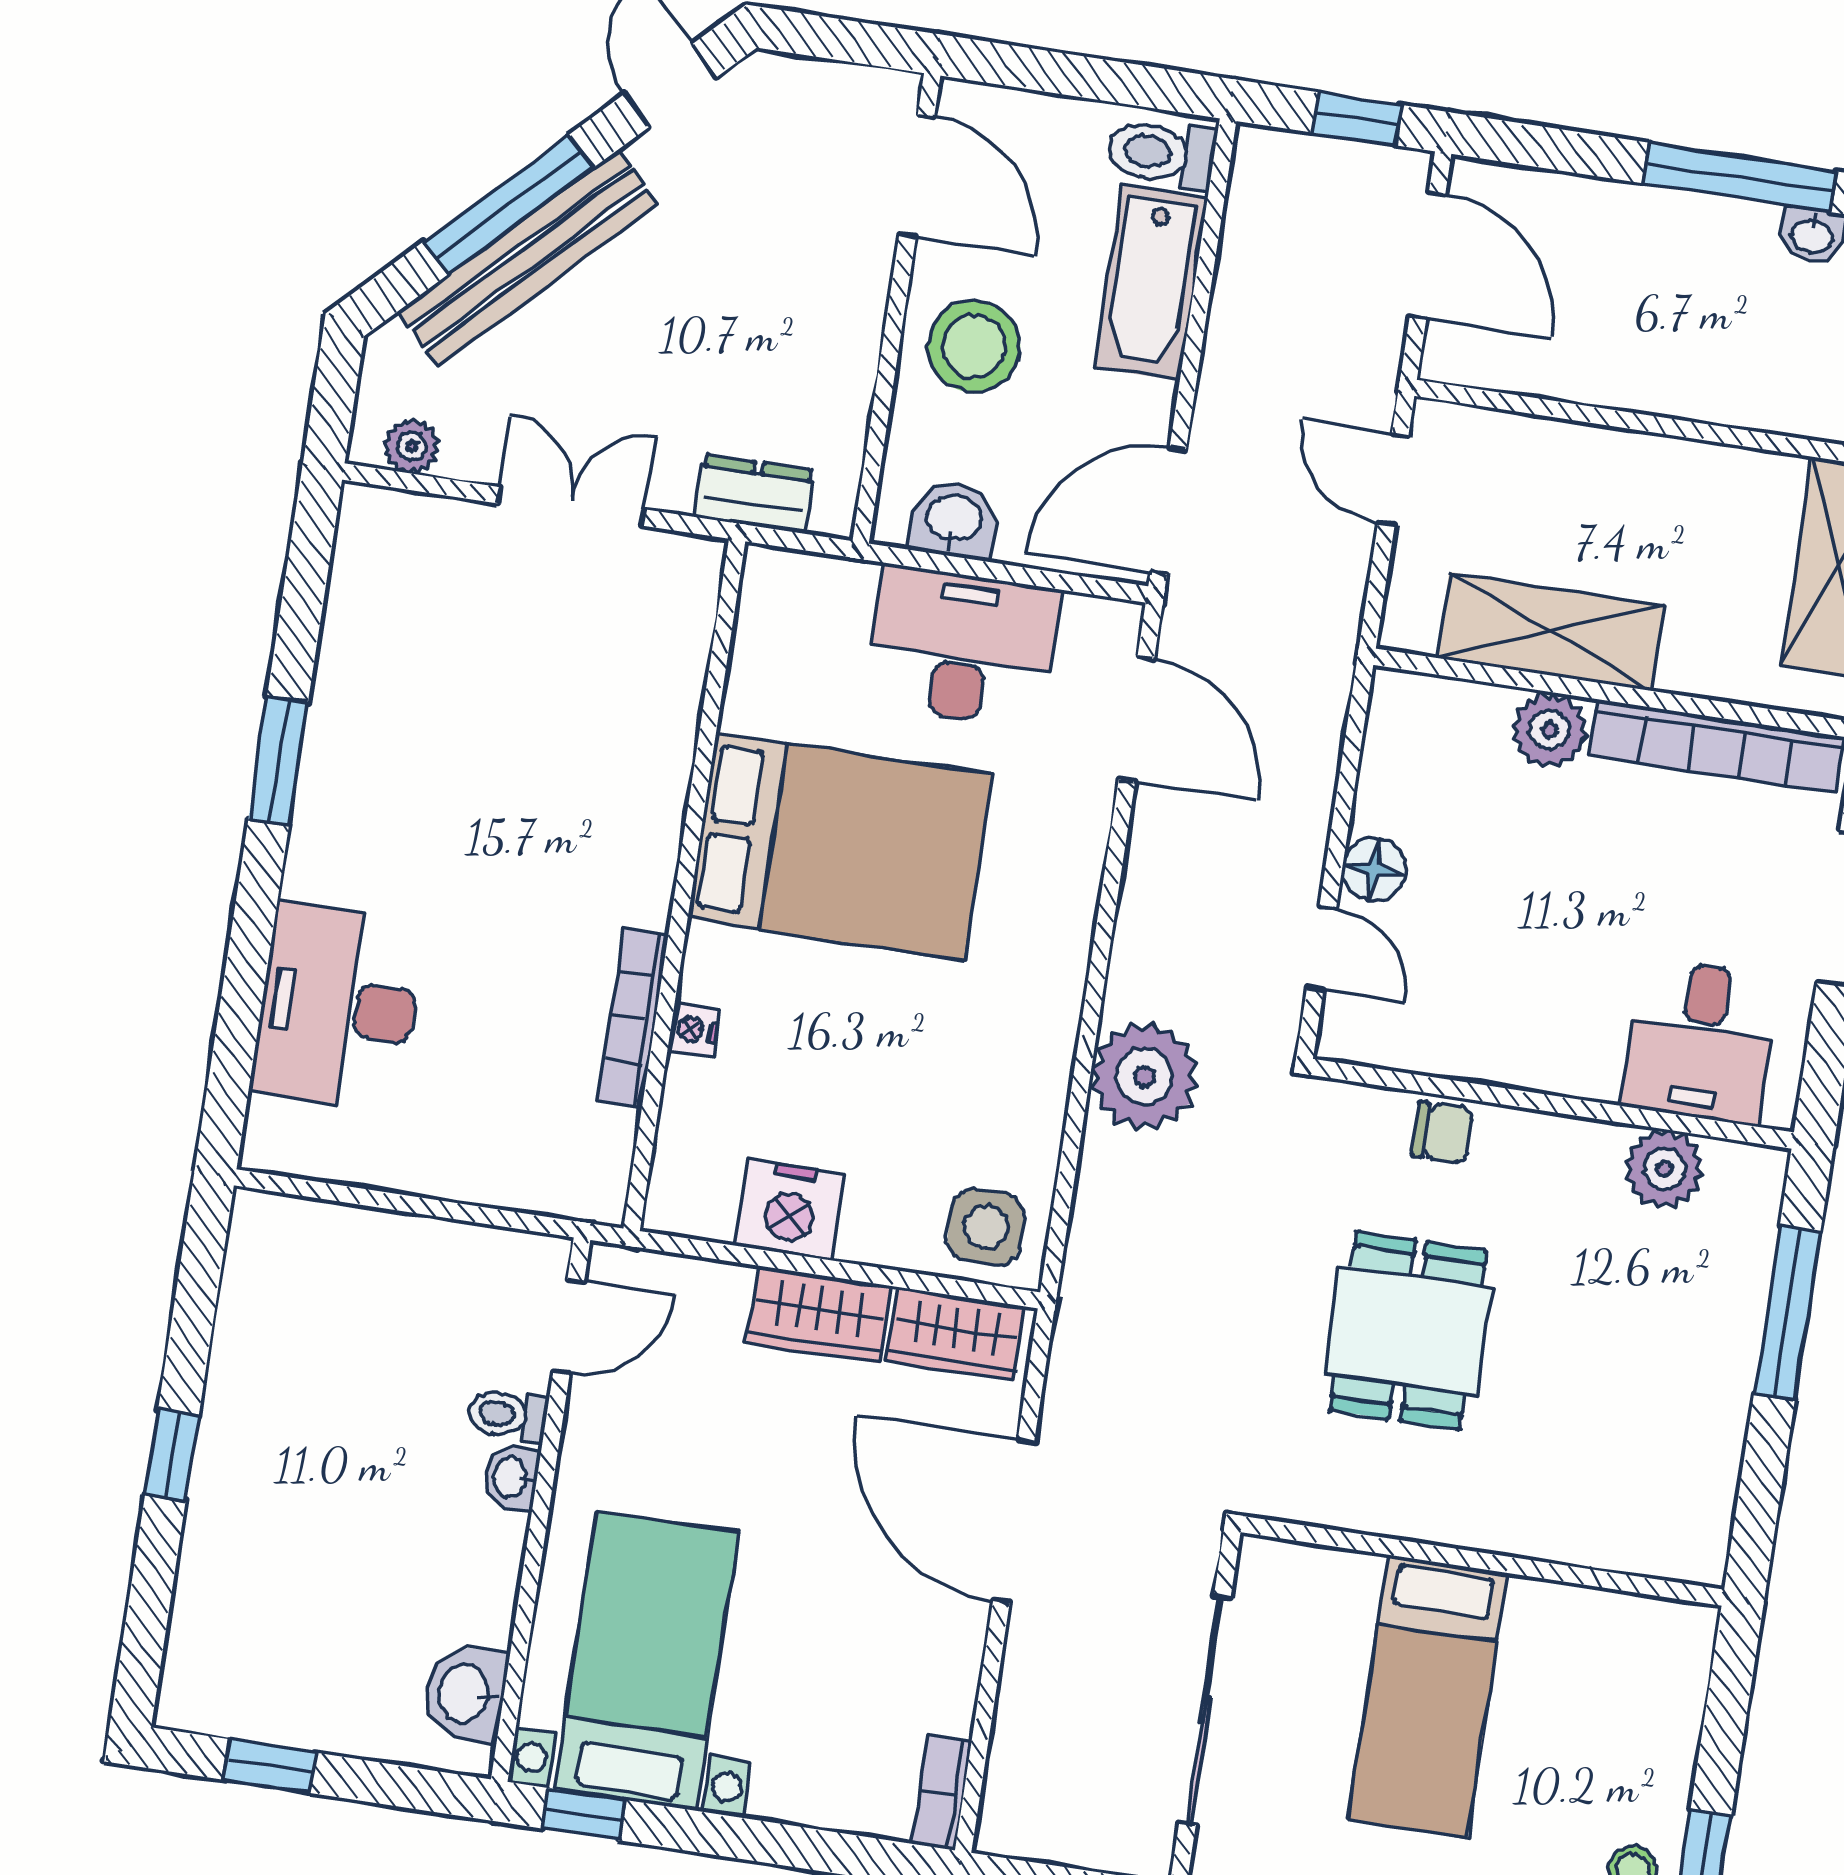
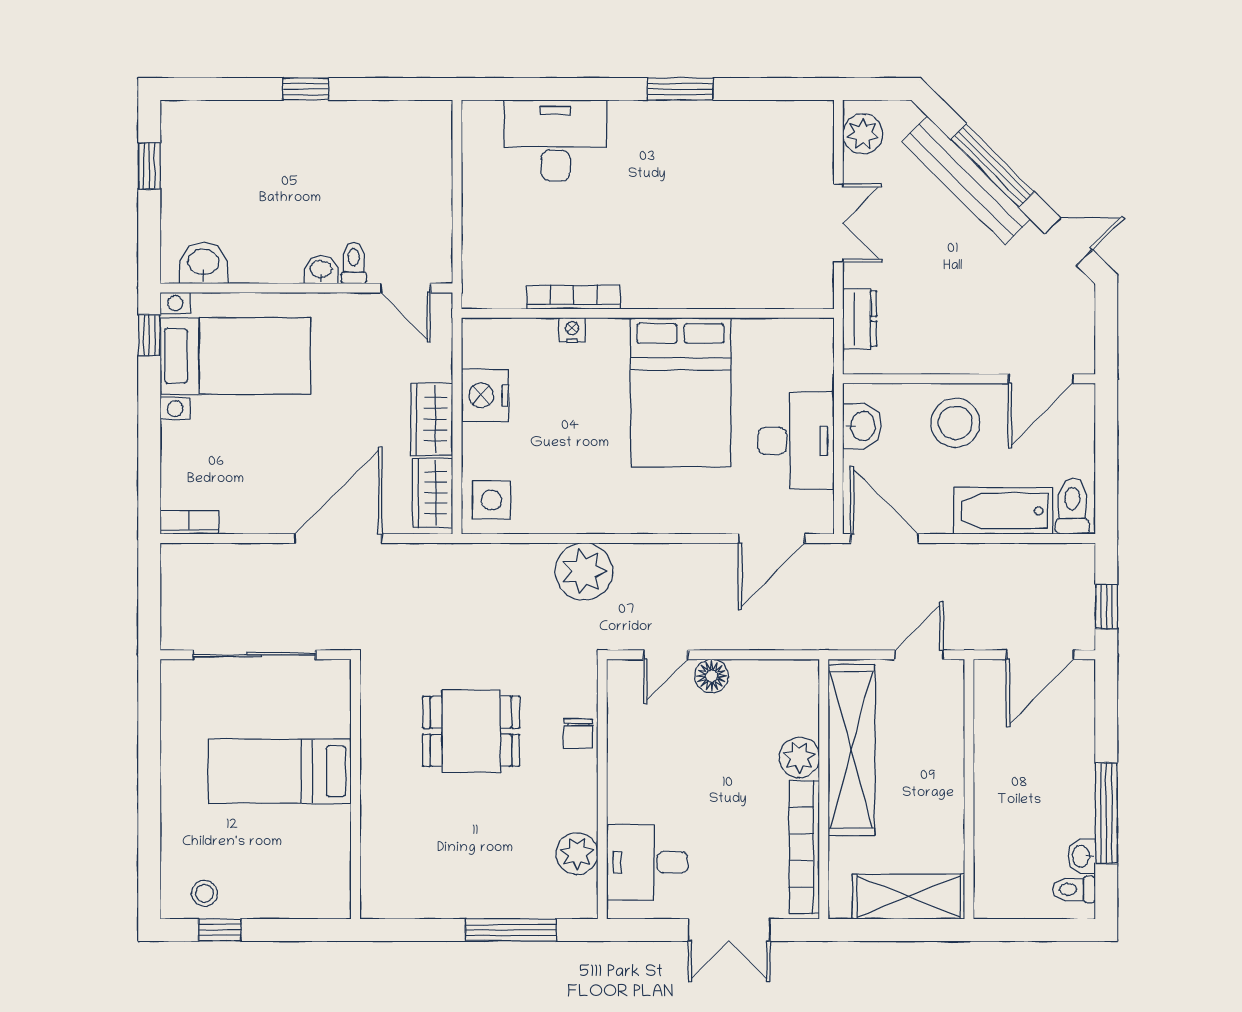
plant: (412, 446) -> (863, 134), width x1.38, depth x1.38
shelving: (1550, 631) -> (851, 750), width x1.47

